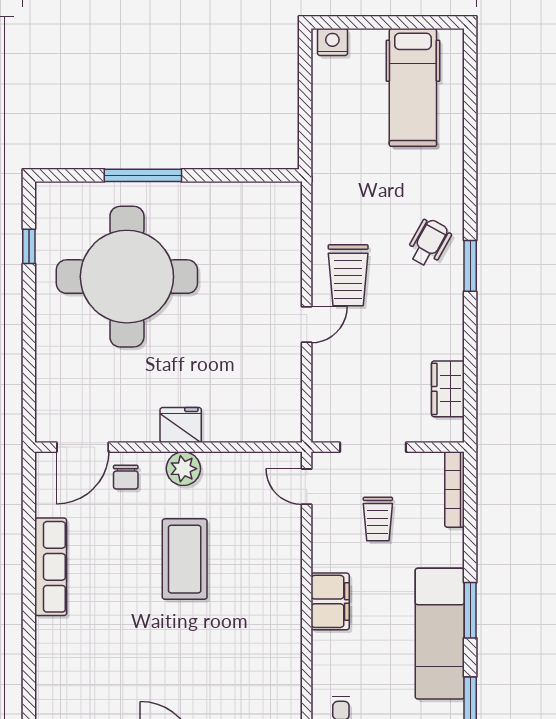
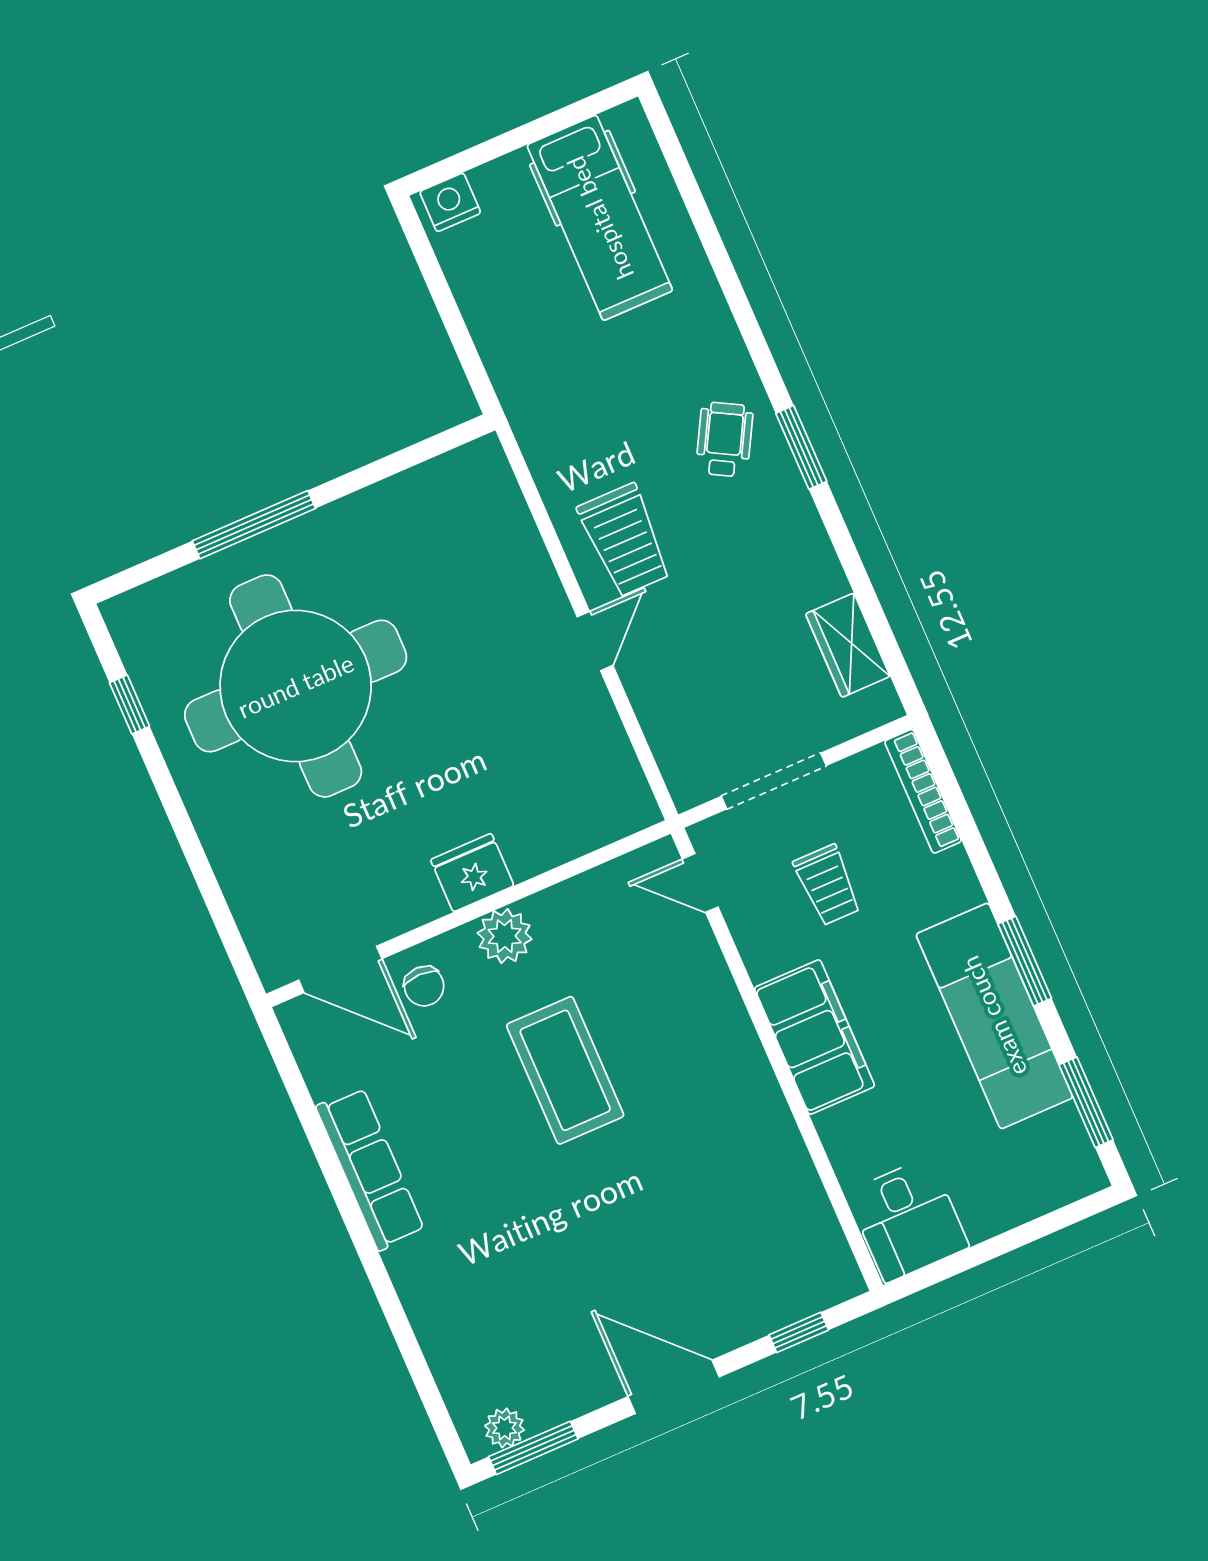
door: (83, 447) -> (340, 969), hinge flipped
filing cabinet: (330, 601) -> (815, 1037), width x1.50, depth x1.17

